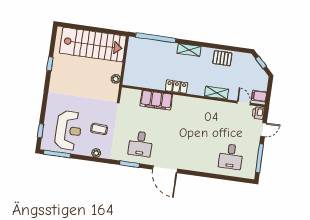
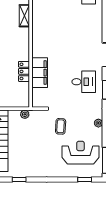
locker: (176, 87) -> (24, 71), moved
coffee table: (99, 129) -> (61, 126), moved

